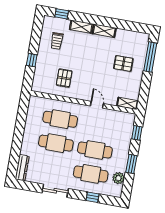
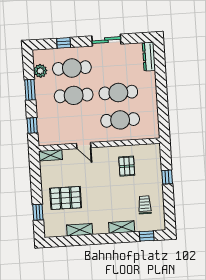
shelving: (104, 31) -> (80, 230), moved
window: (150, 57) -> (38, 212), width x0.46
pallet: (123, 63) -> (66, 198), width x1.50, depth x1.42

